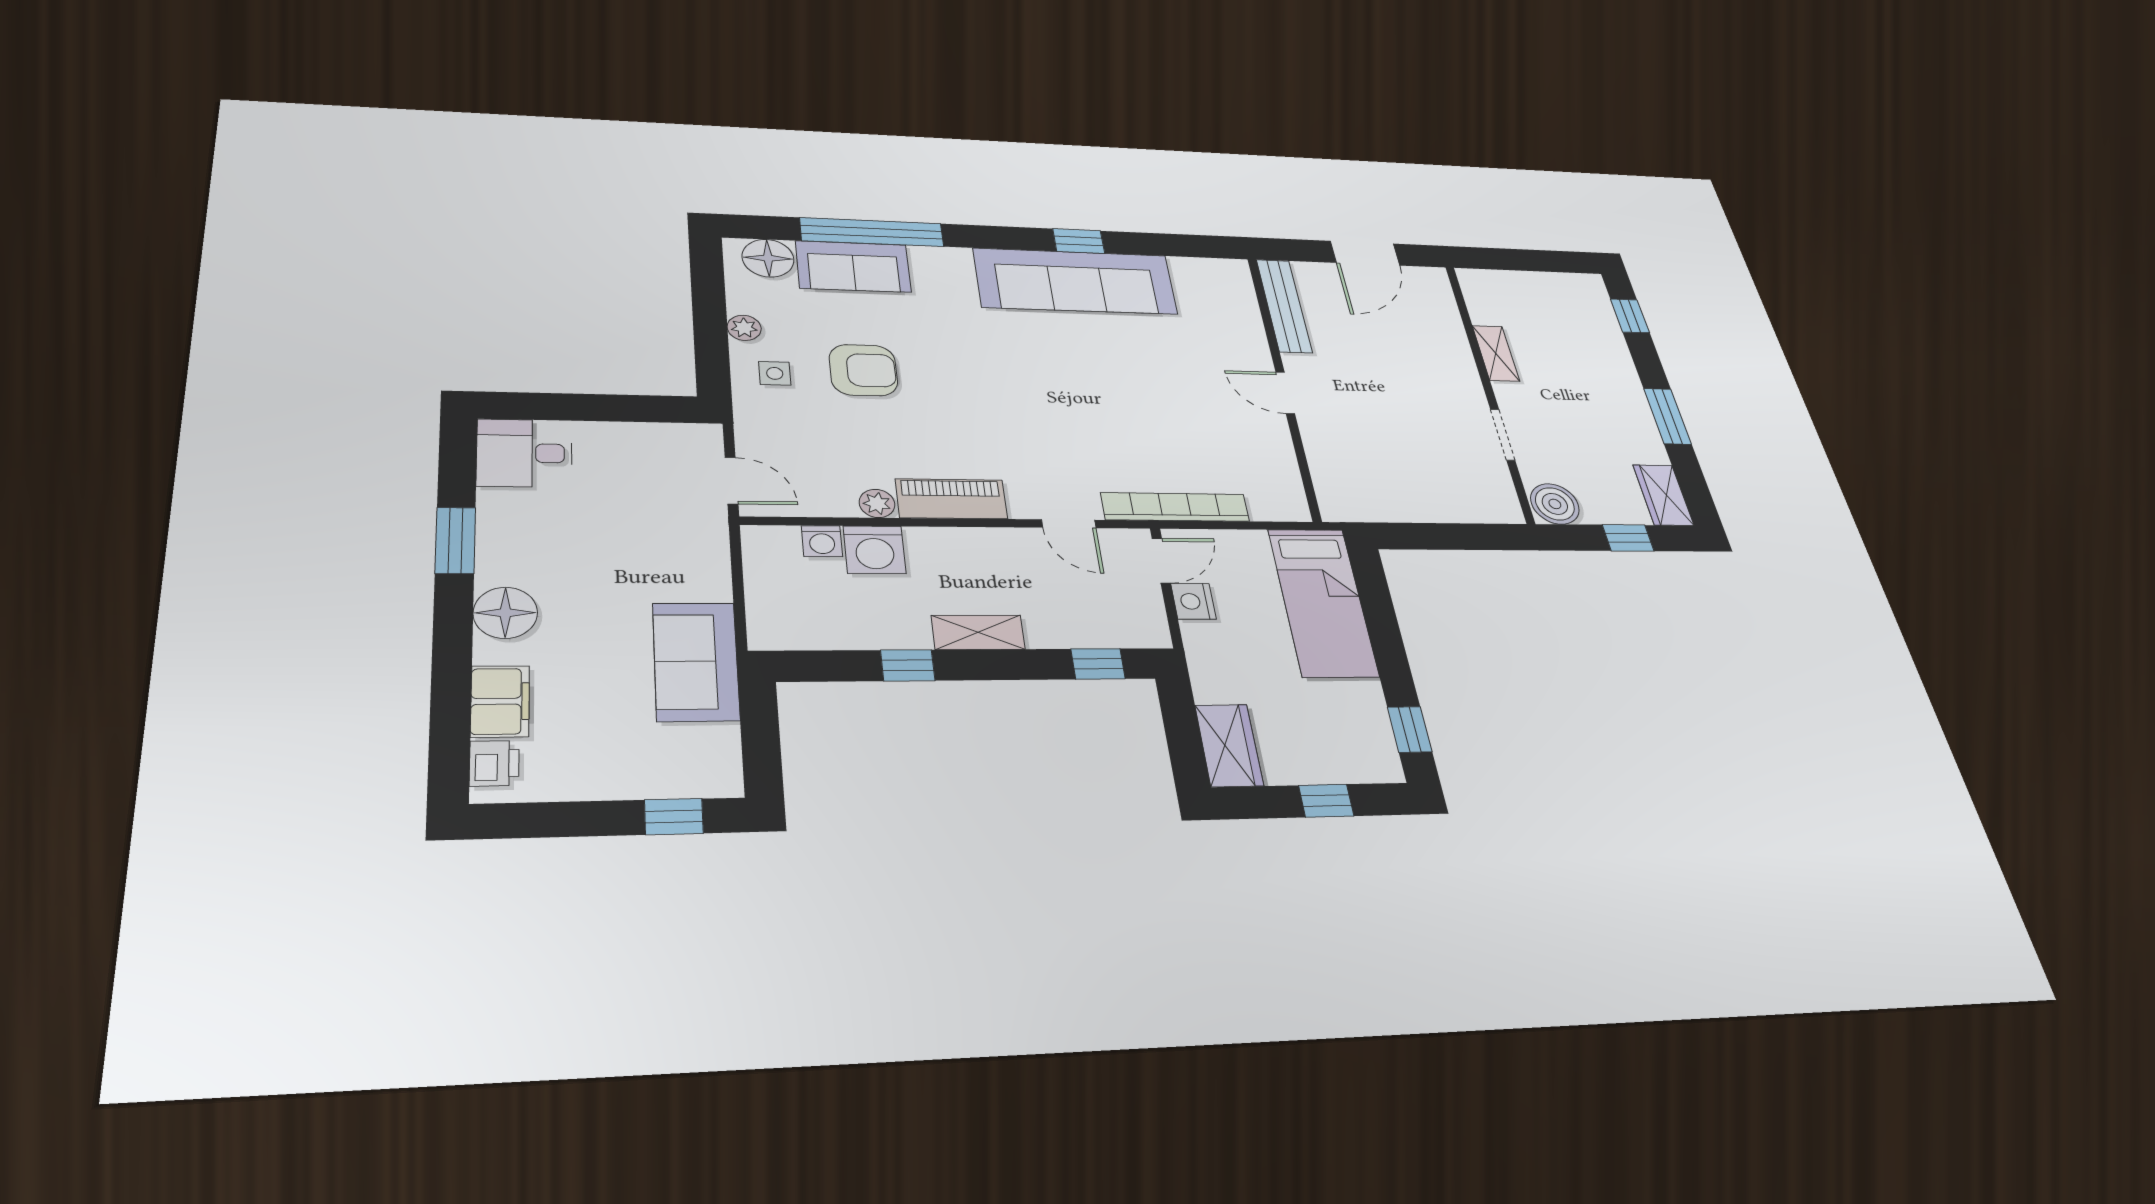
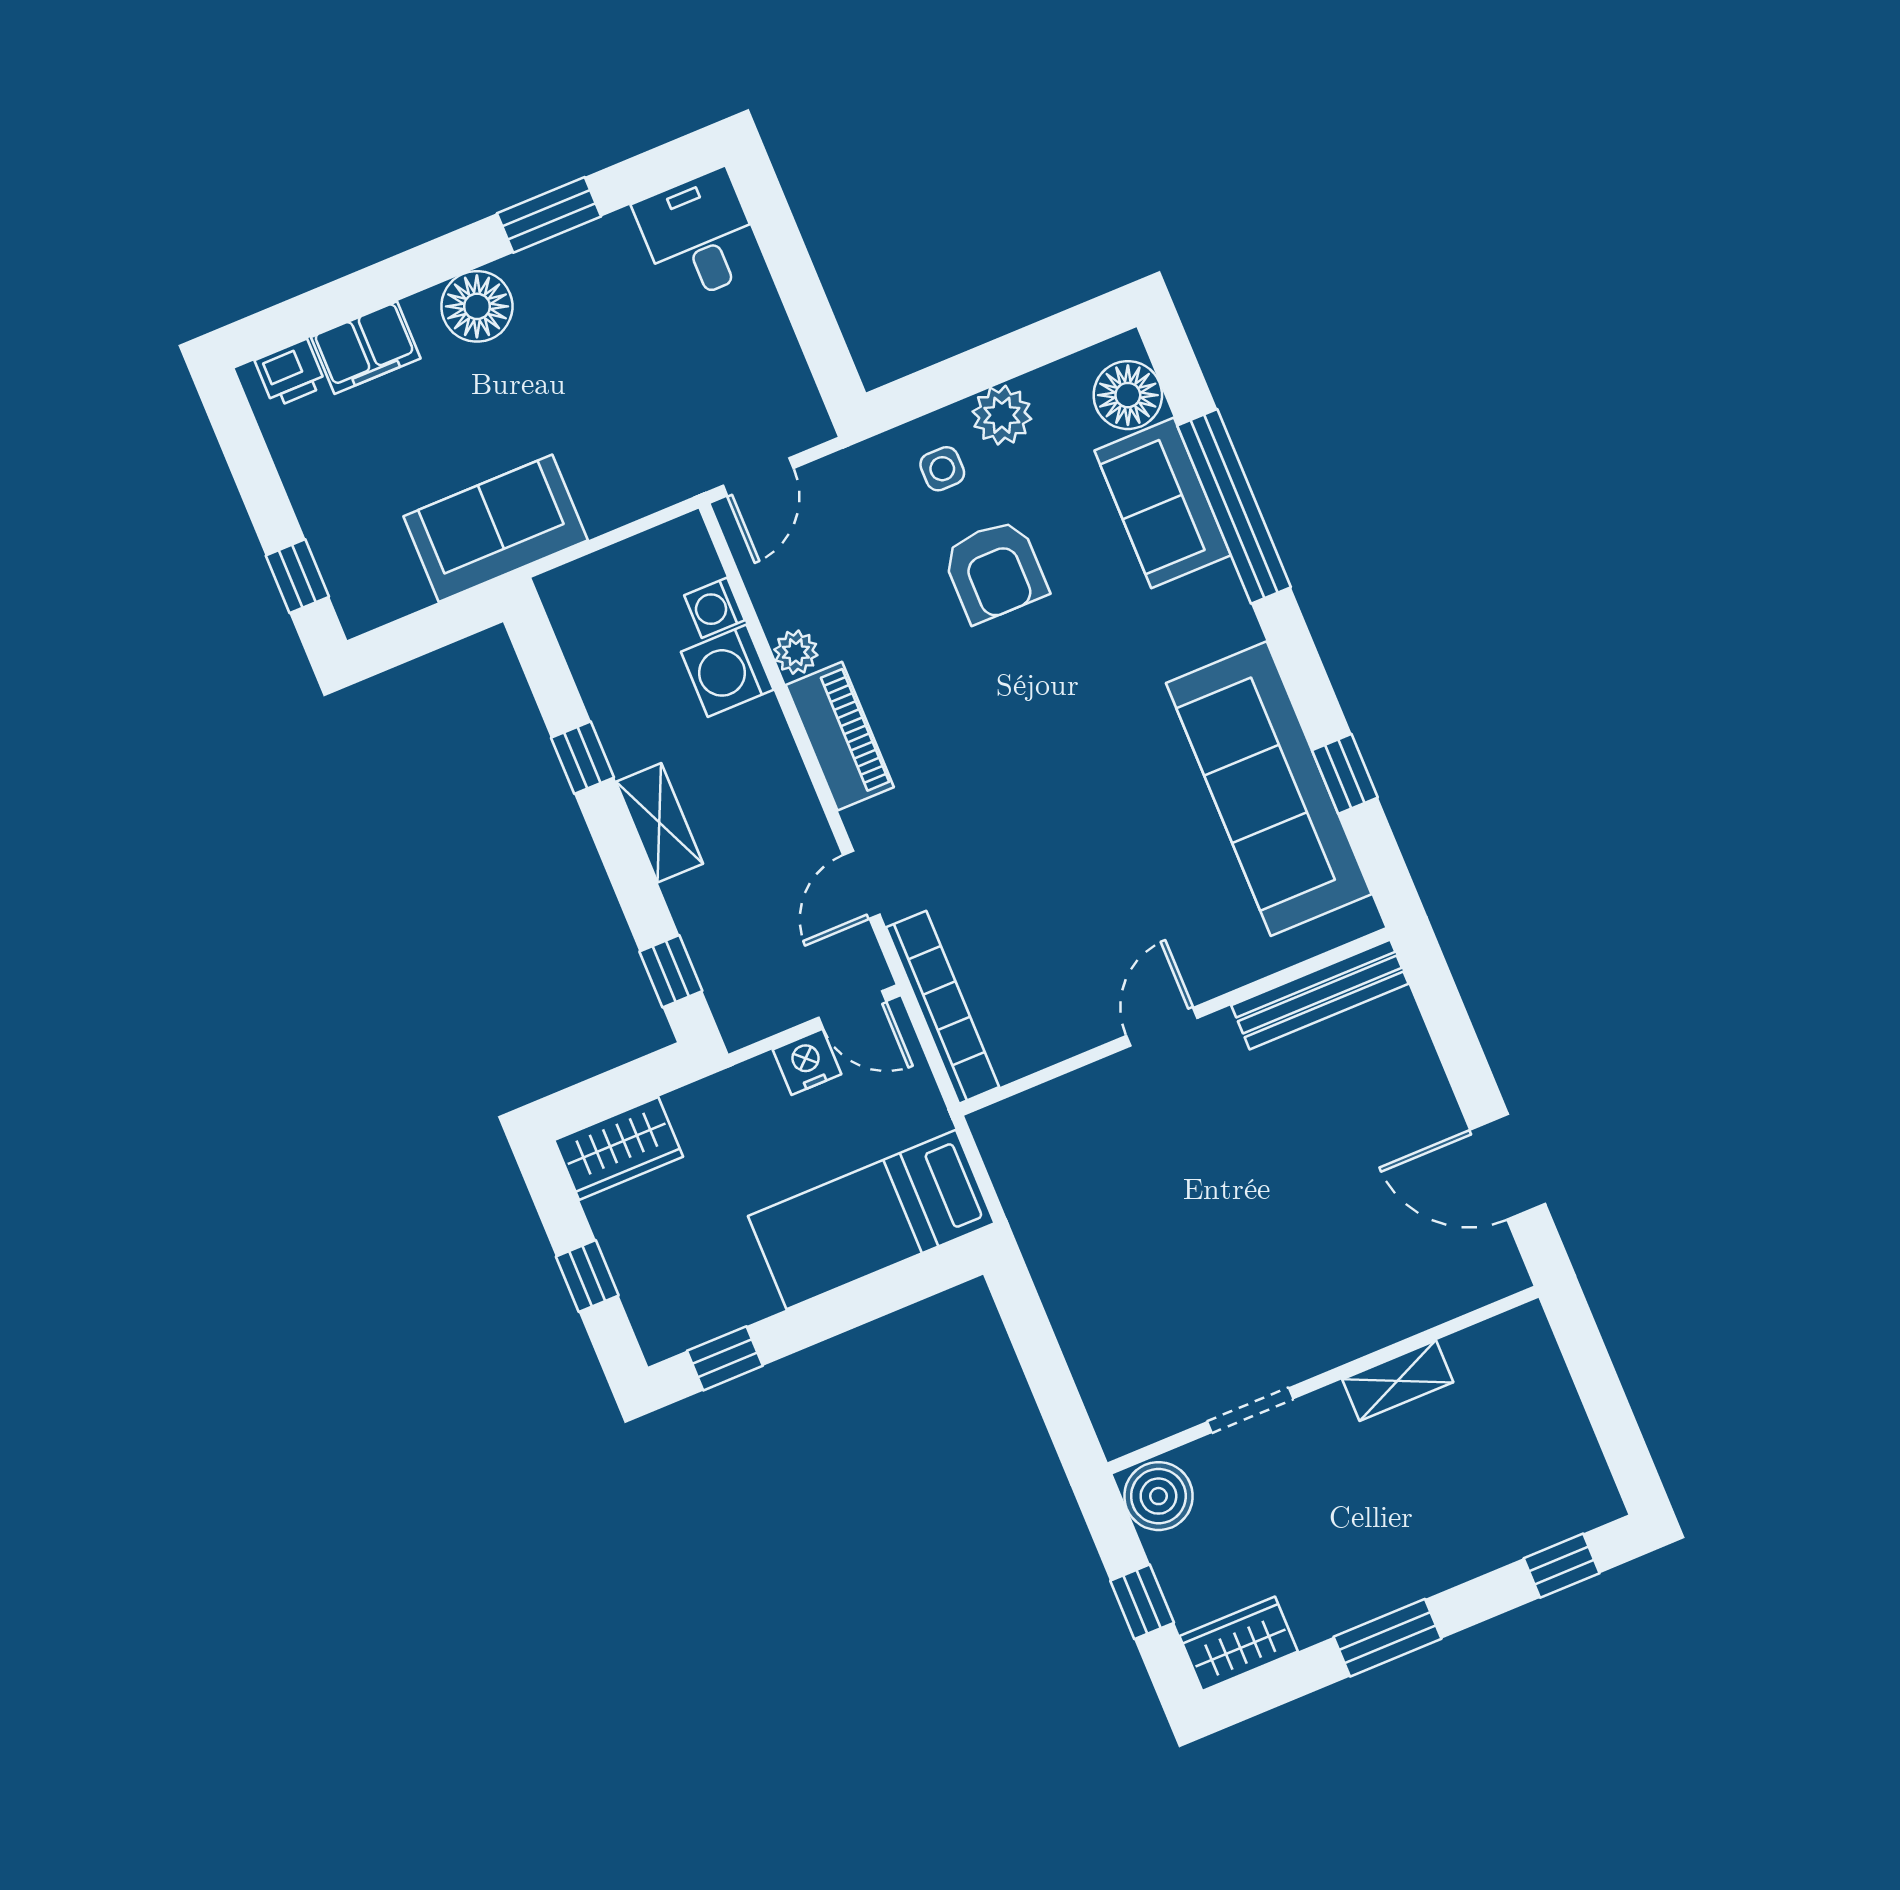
bench: (1284, 306) -> (1320, 994), moved
plant: (744, 328) -> (1002, 415), width x1.38, depth x1.38
wall: (1283, 385) -> (1175, 1022), moved
door: (1285, 393) -> (1162, 1027), moved

